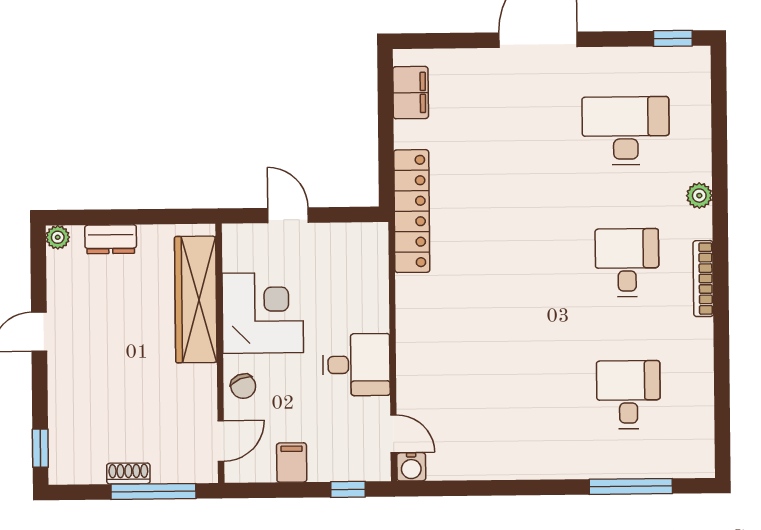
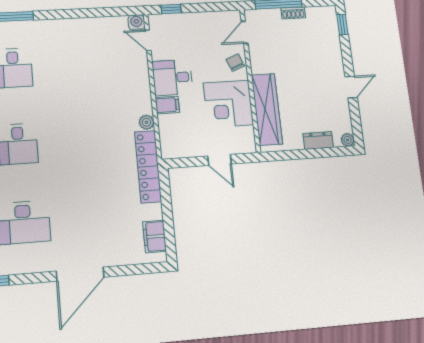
plant: (408, 288) -> (146, 122), added
filing cabinet: (292, 463) -> (167, 105), moved, turned -90

